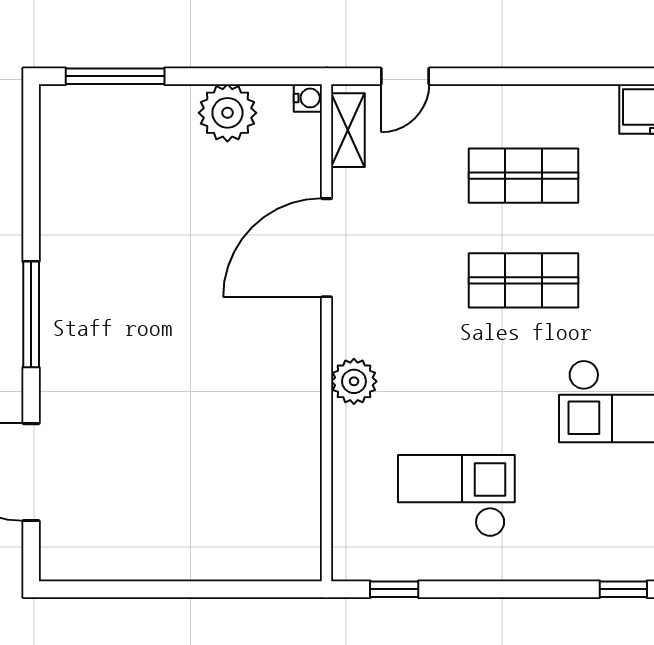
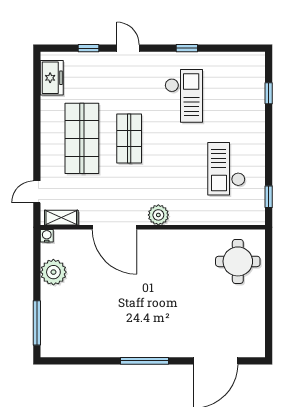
door: (405, 76) -> (37, 192), swing flipped
shop shelf: (523, 176) -> (82, 138), width x1.43, depth x1.36
plant: (354, 381) -> (158, 215), moved
round table: (251, 521) -> (238, 261), added

